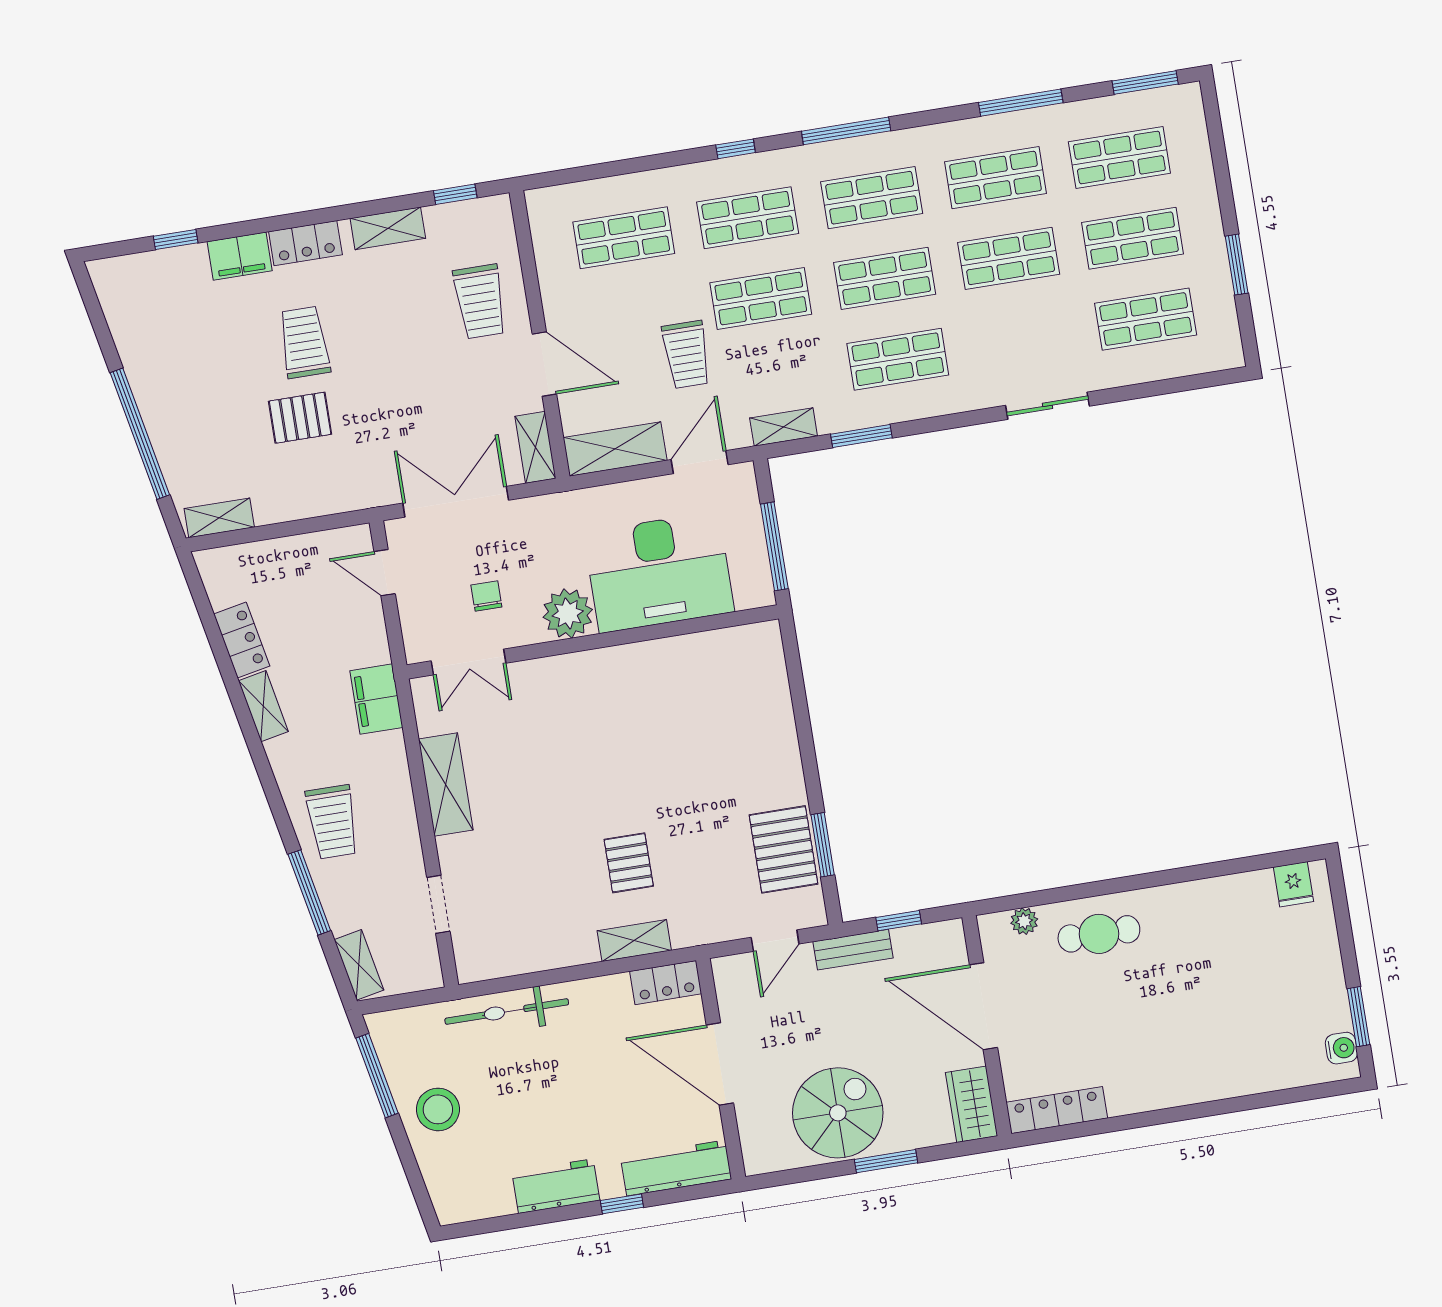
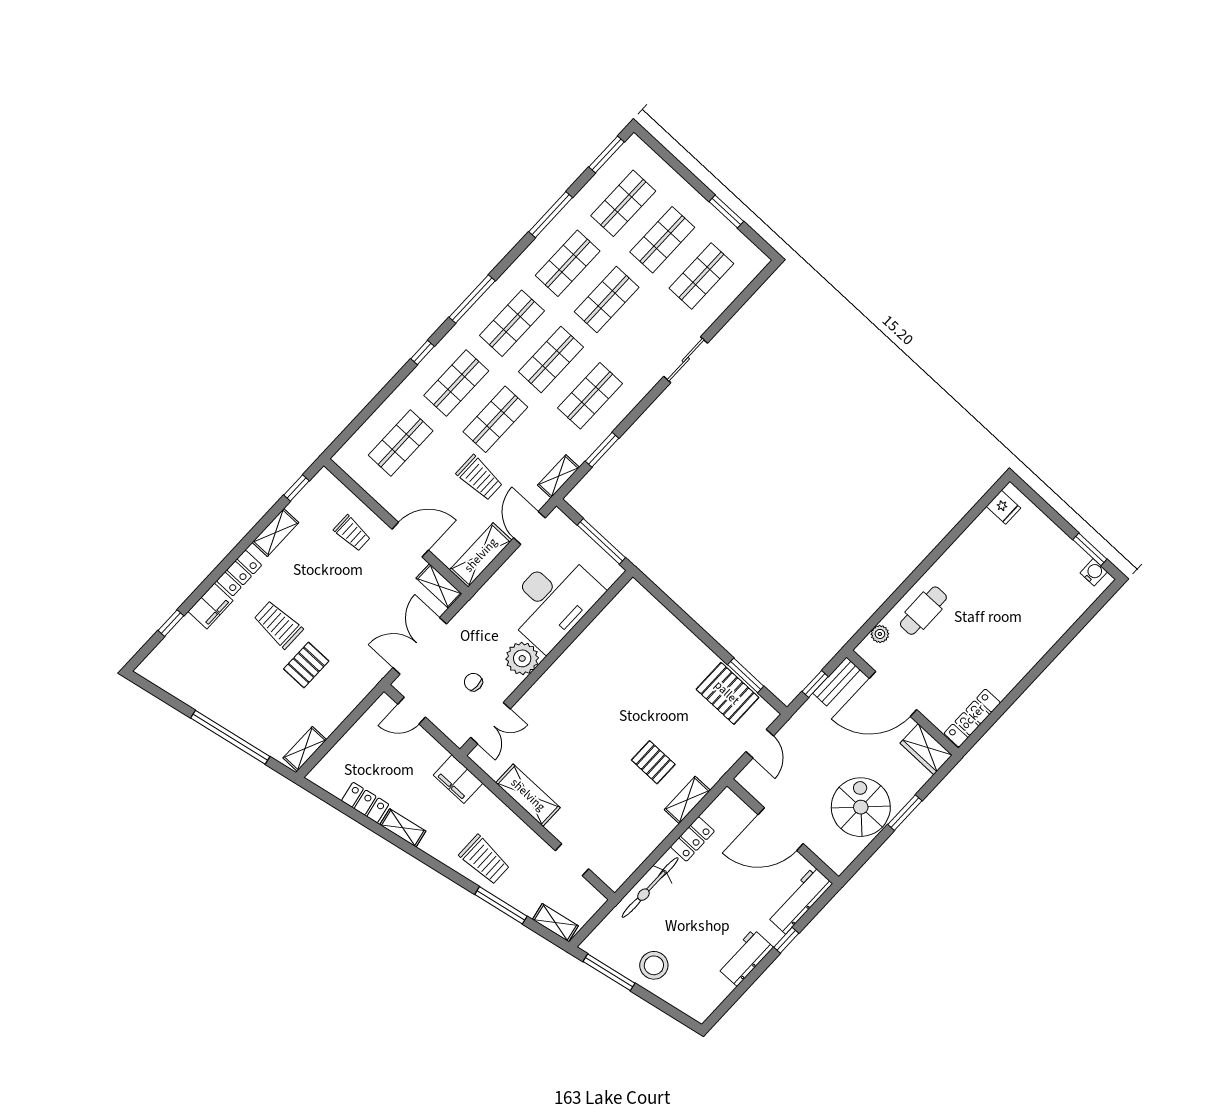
trolley: (480, 301) -> (352, 533), width x0.73, depth x0.72
bench: (853, 950) -> (836, 681), moved
locker: (666, 983) -> (692, 839), moved

